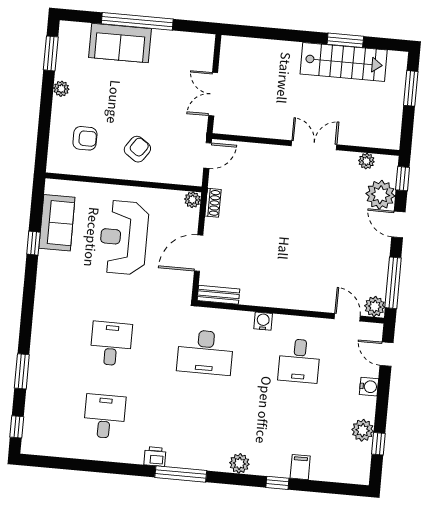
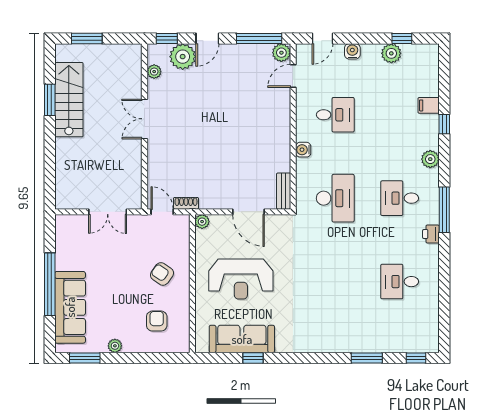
sofa: (120, 43) -> (70, 307), width x1.36
shoe rack: (213, 203) -> (186, 203), moved
sofa: (57, 223) -> (242, 339), width x1.36
desk: (111, 344) -> (400, 198), moved

